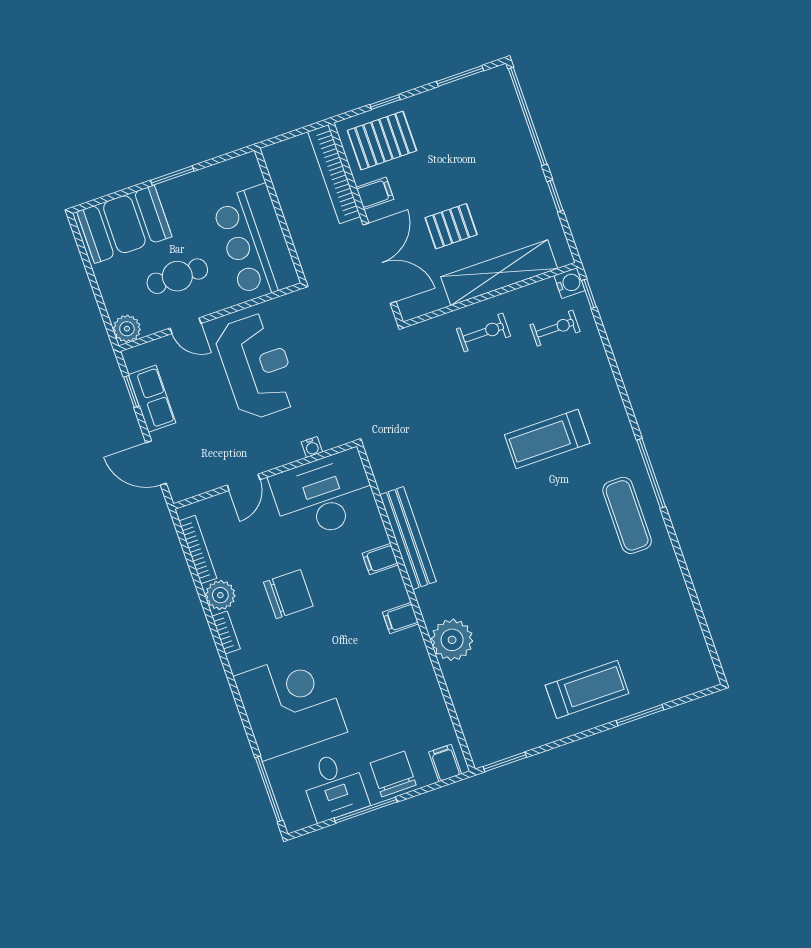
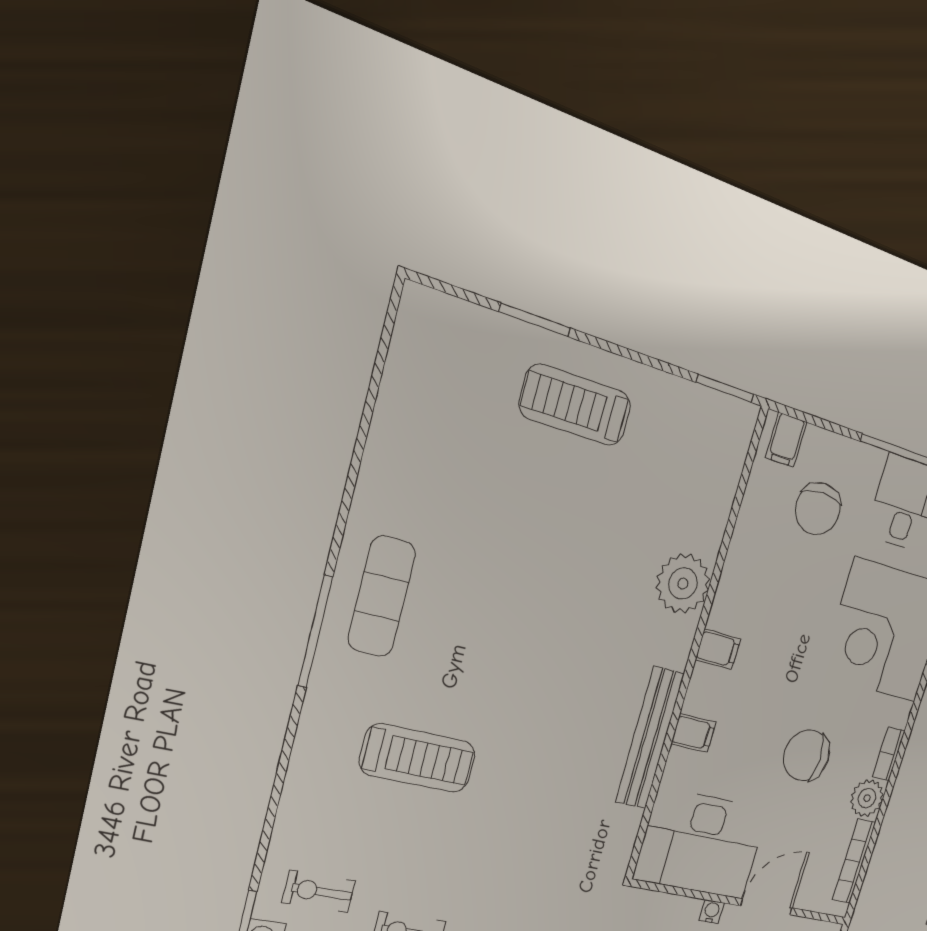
water cooler: (312, 447) -> (712, 912), moved
door: (244, 482) -> (766, 907), width x1.38
chair: (393, 774) -> (818, 509), moved

